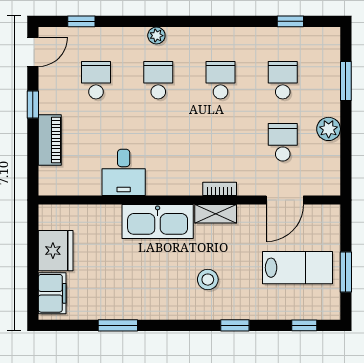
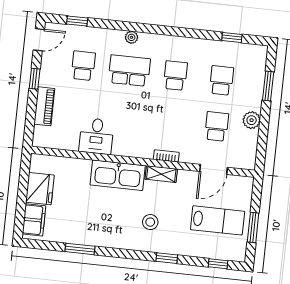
school desk: (158, 80) -> (129, 71), width x1.85

